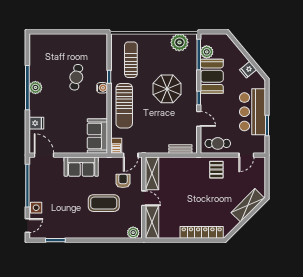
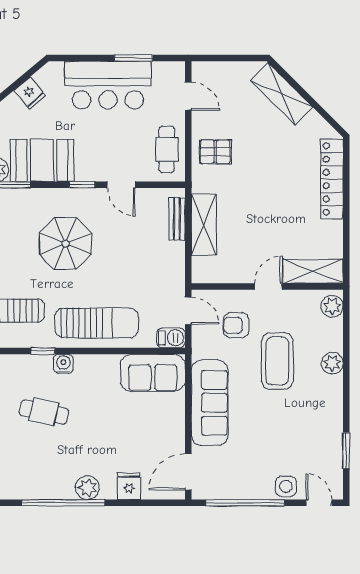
plant: (35, 88) -> (87, 488), moved
door: (199, 119) -> (121, 185), swing flipped
sofa: (81, 167) -> (210, 403), width x1.36
shelving: (152, 173) -> (204, 225), moved, turned 90
plant: (103, 233) -> (332, 363), added

